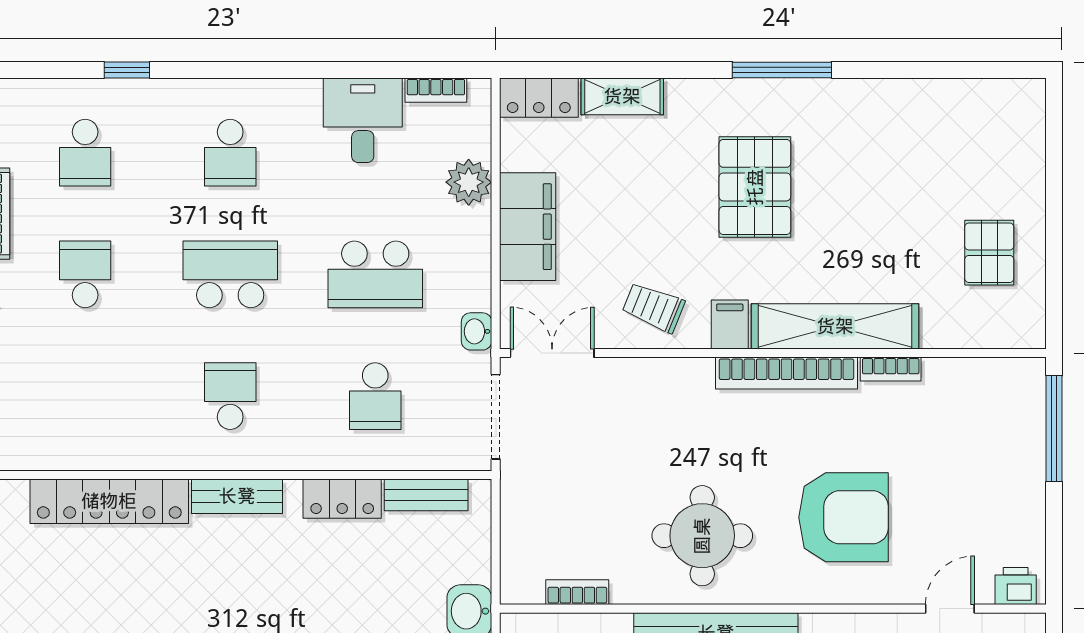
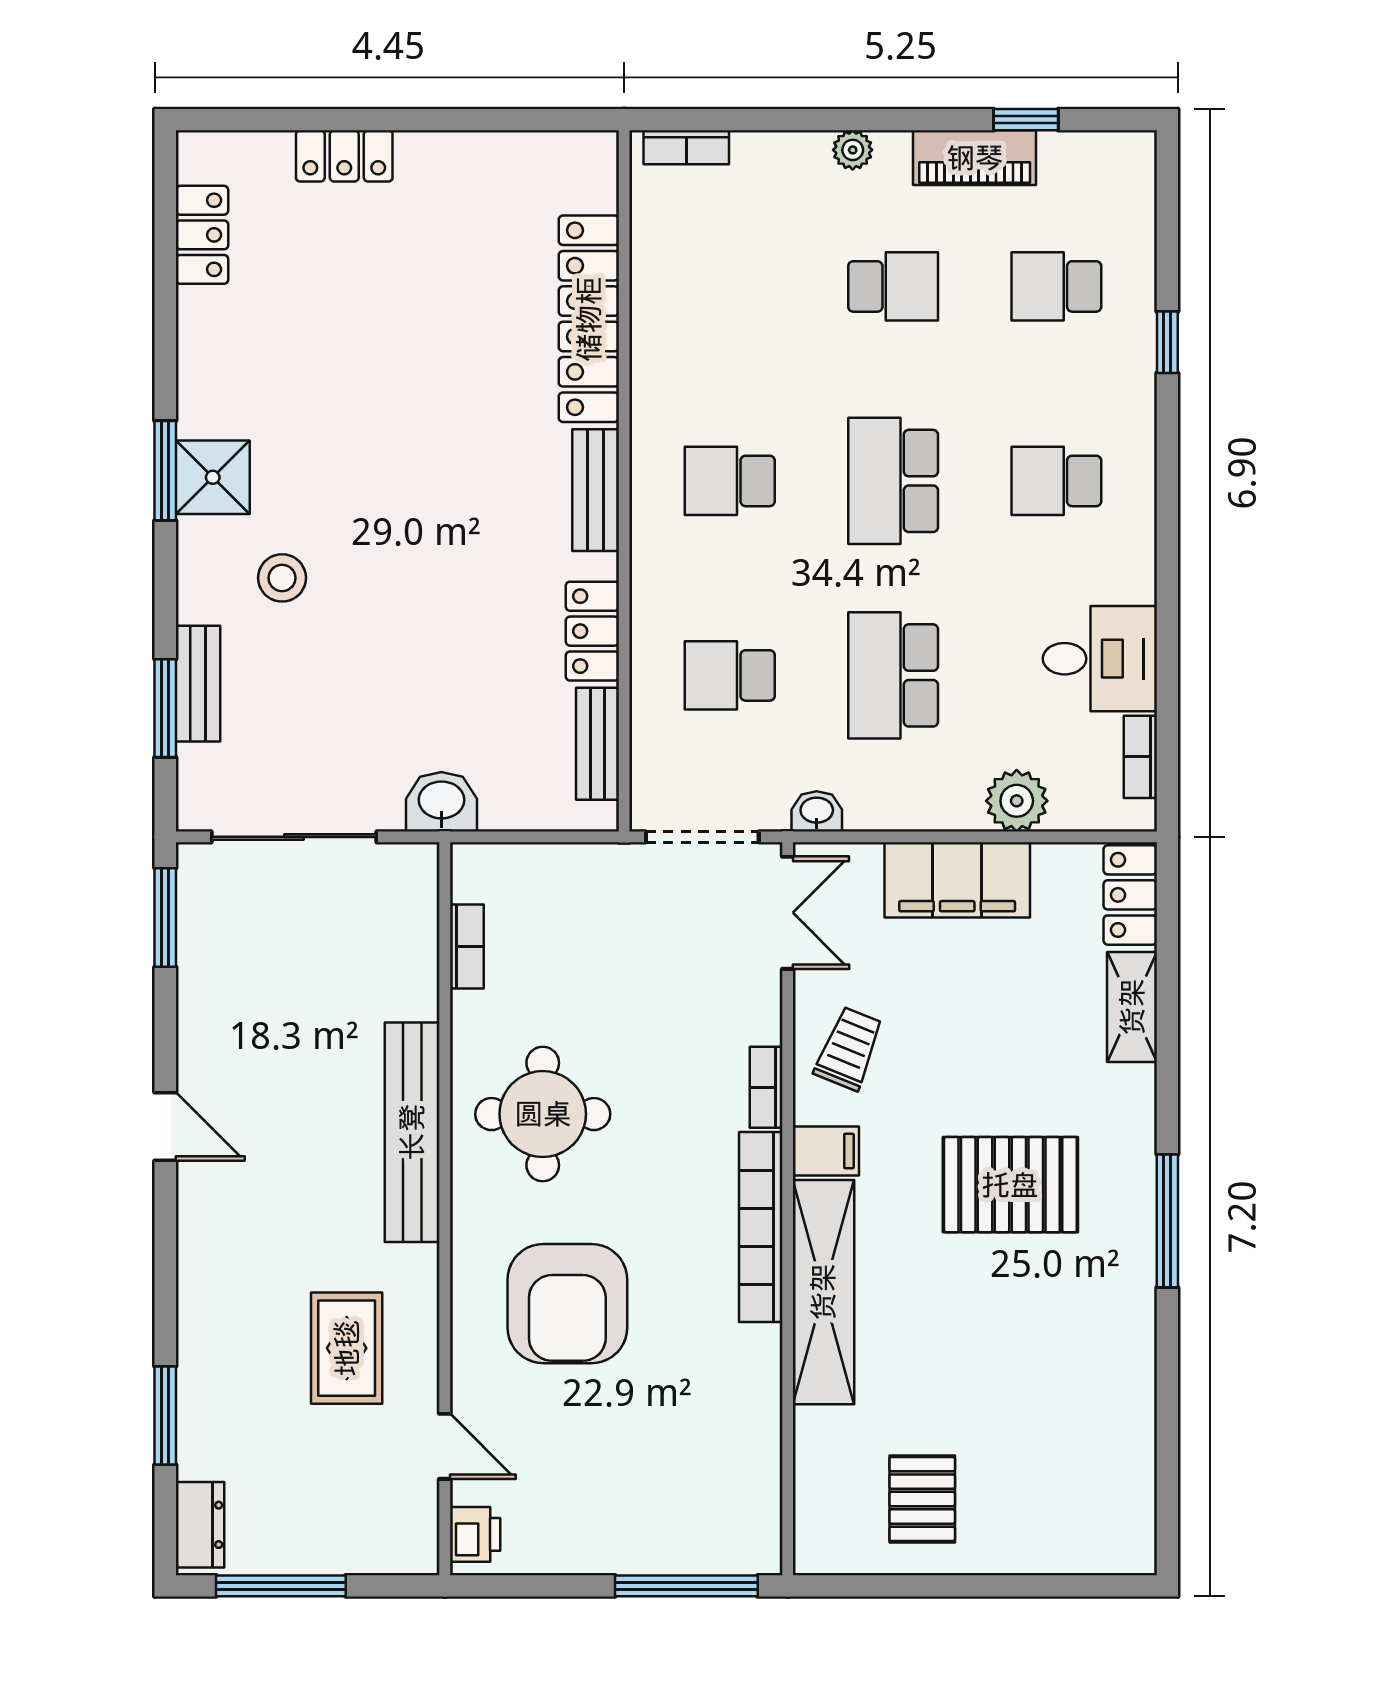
pallet: (989, 253) -> (922, 1499), turned 90
school desk: (230, 274) -> (893, 481), turned 180
bookcase: (891, 369) -> (766, 1087), moved
school desk: (230, 396) -> (730, 481), turned 180

